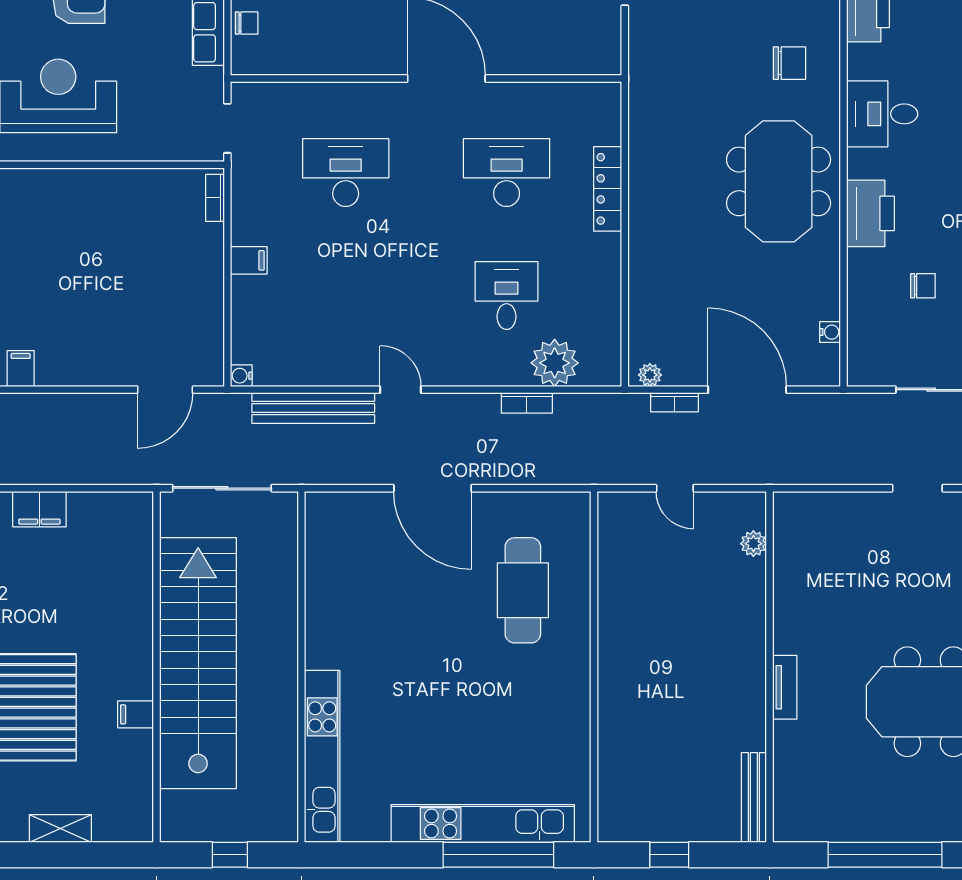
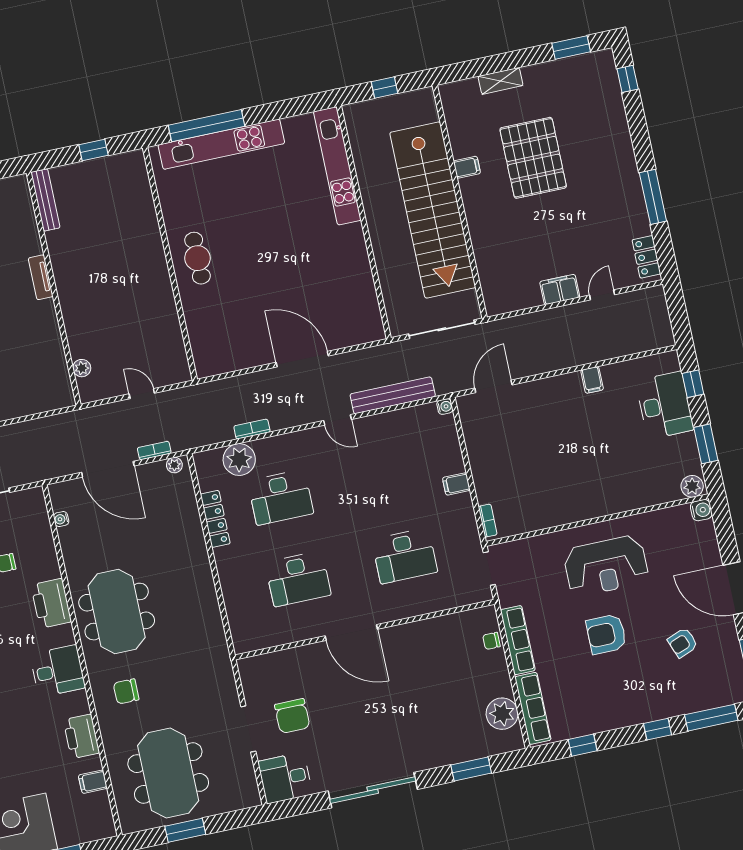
locker: (608, 189) -> (215, 519), moved
desk: (507, 296) -> (281, 497), width x1.37
cafe table: (523, 590) -> (198, 258), moved, width x0.73, depth x0.74

